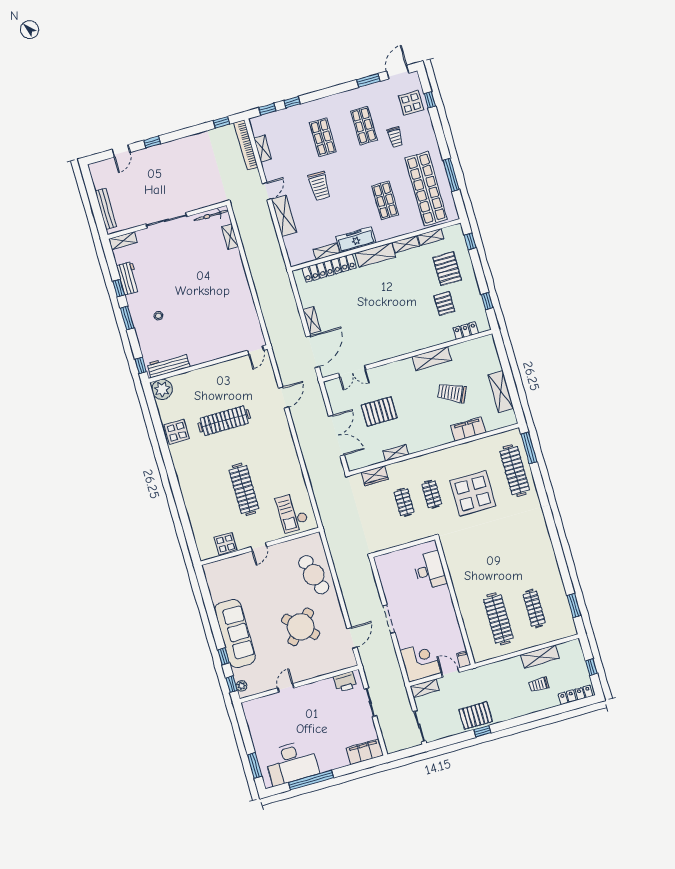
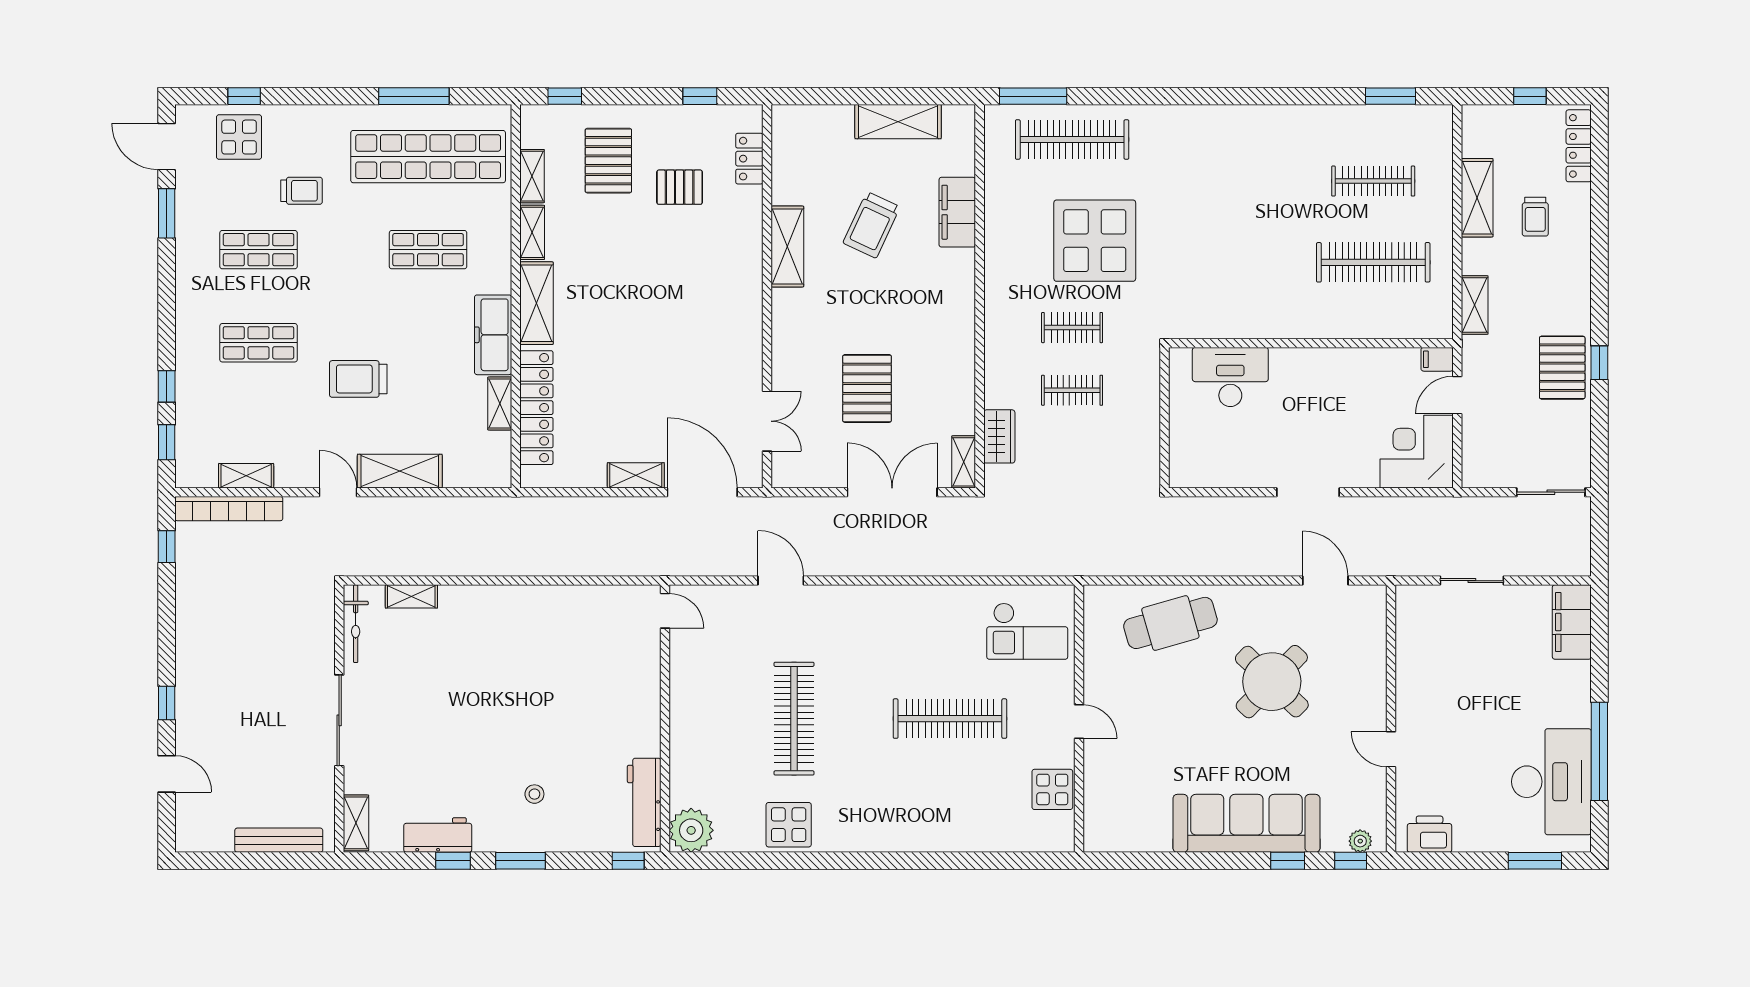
trolley: (319, 186) -> (358, 379), turned 180
pallet: (447, 269) -> (608, 161), turned 90
shelving: (396, 453) -> (964, 462), moved
printer: (345, 682) -> (1430, 834), moved, turned -90
shelving: (424, 688) -> (1475, 305), moved

